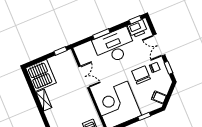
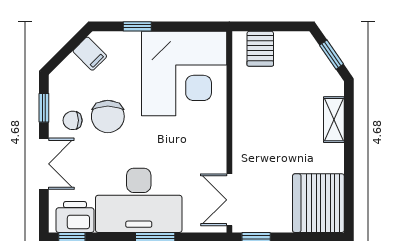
double door: (84, 77) -> (229, 200), moved
shelving: (44, 100) -> (334, 120), moved

